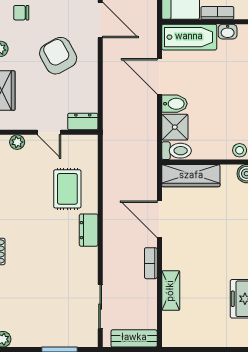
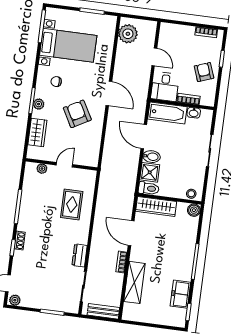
dresser: (83, 122) -> (88, 160), removed
door: (49, 132) -> (64, 165), swing flipped
dresser: (89, 230) -> (80, 255), moved
shelving: (171, 291) -> (134, 282), width x1.50, depth x1.33

